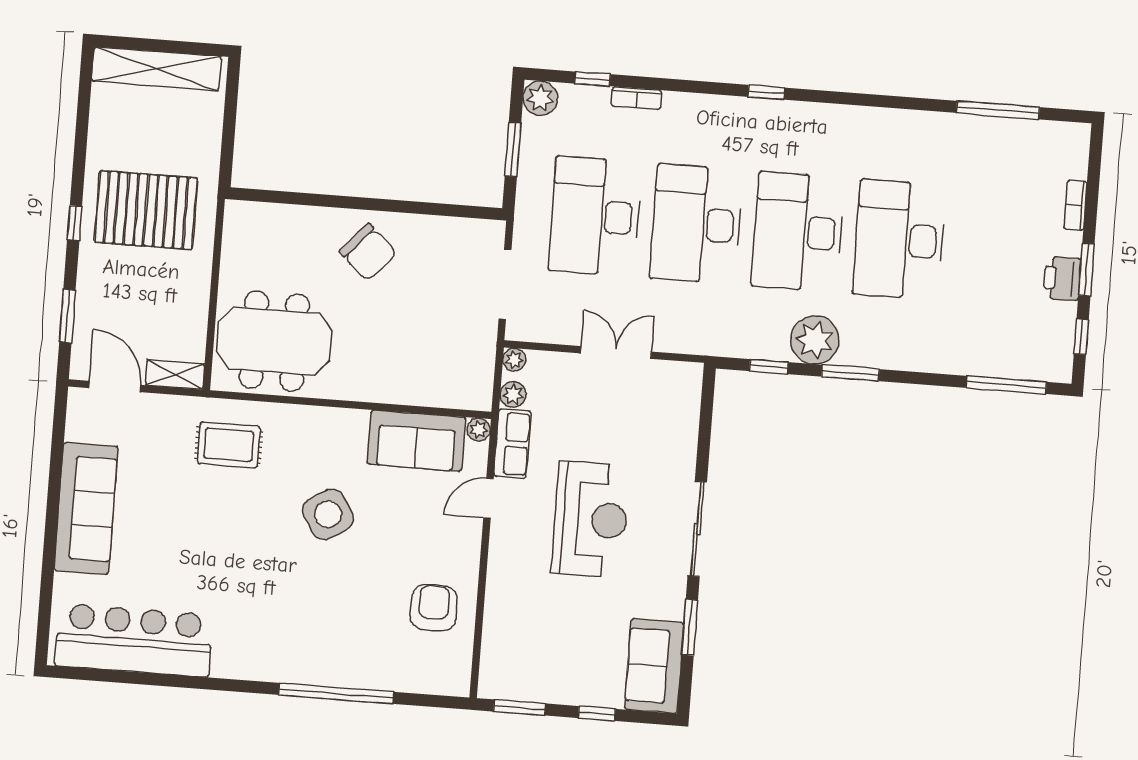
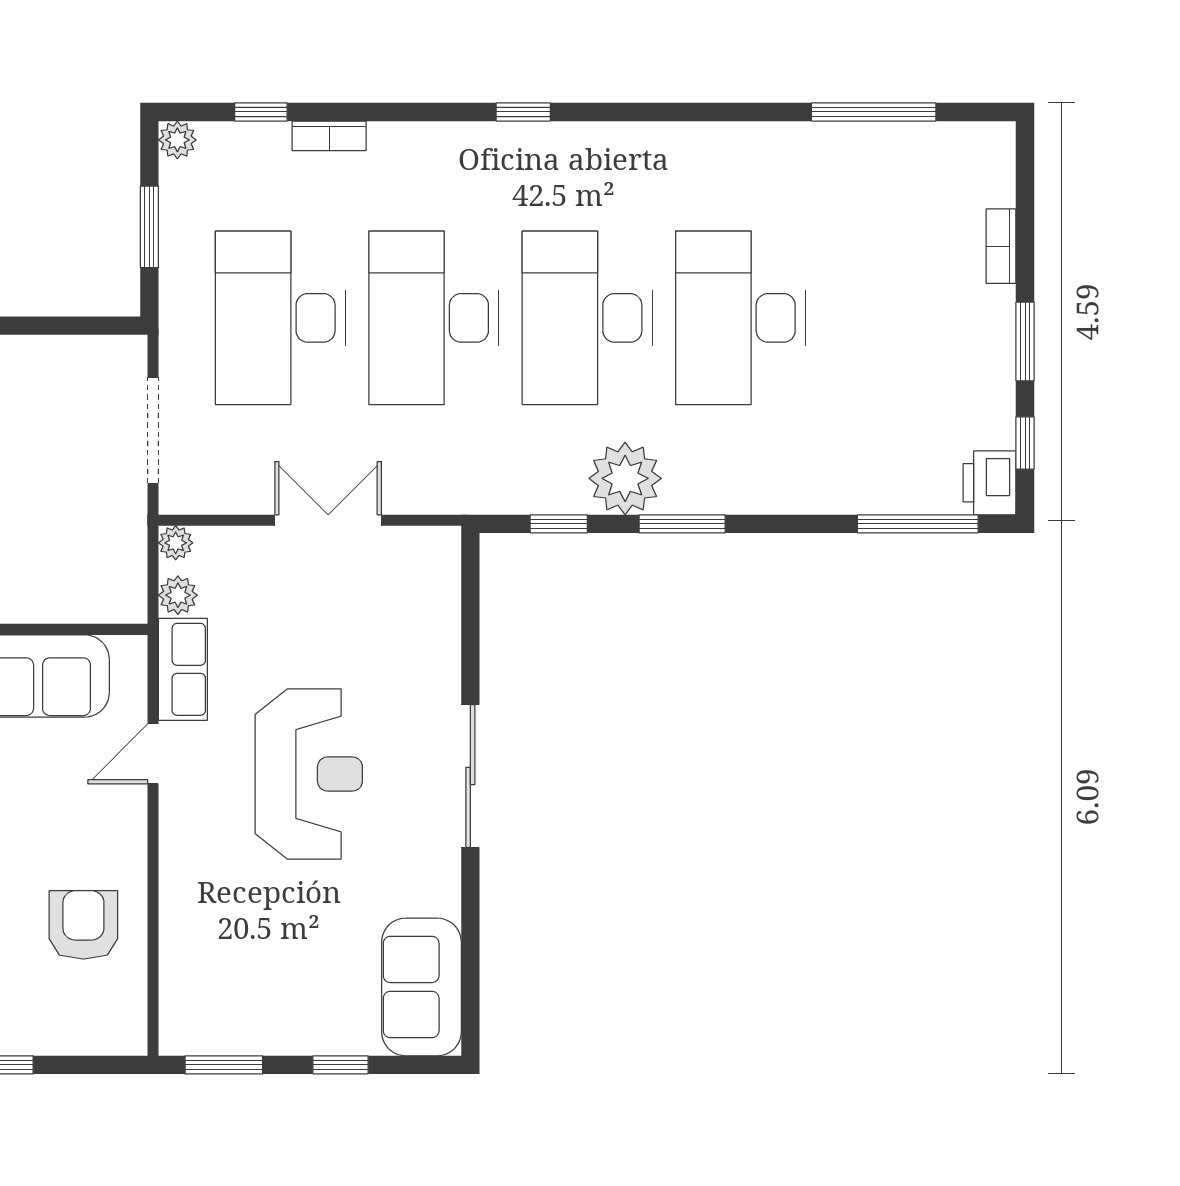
plant: (540, 98) -> (177, 140), width x0.73, depth x0.73
printer: (1062, 278) -> (990, 483), moved
plant: (479, 430) -> (130, 652), removed
window: (690, 627) -> (470, 925), removed

